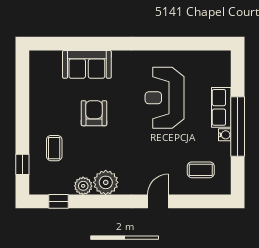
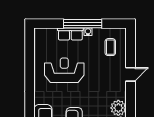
reception desk: (164, 98) -> (64, 70), turned 180
door: (158, 201) -> (131, 74), swing flipped

